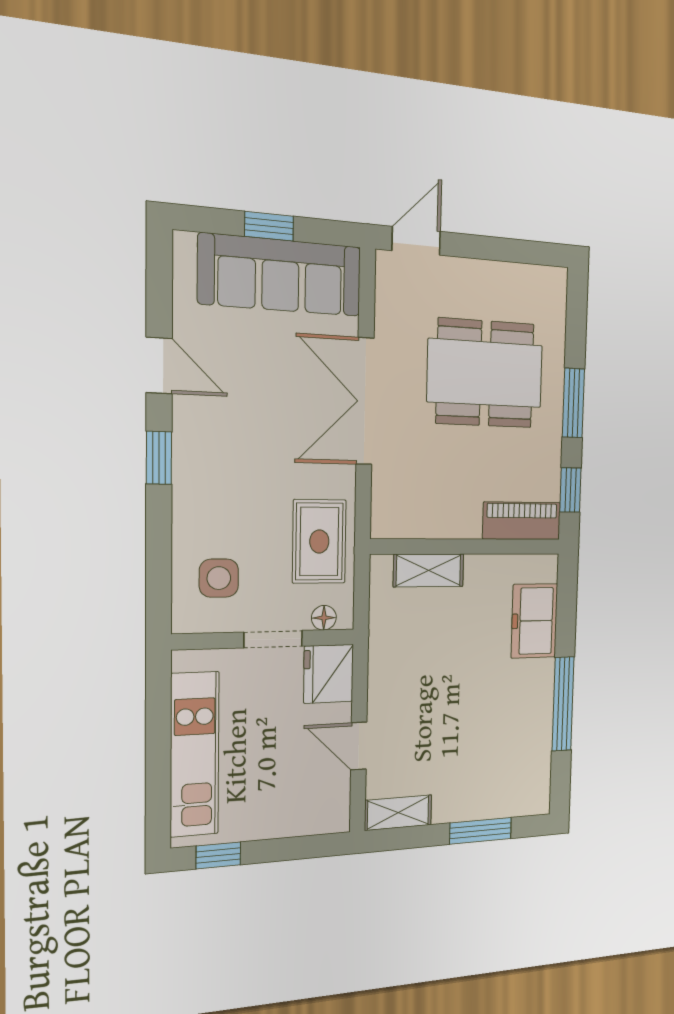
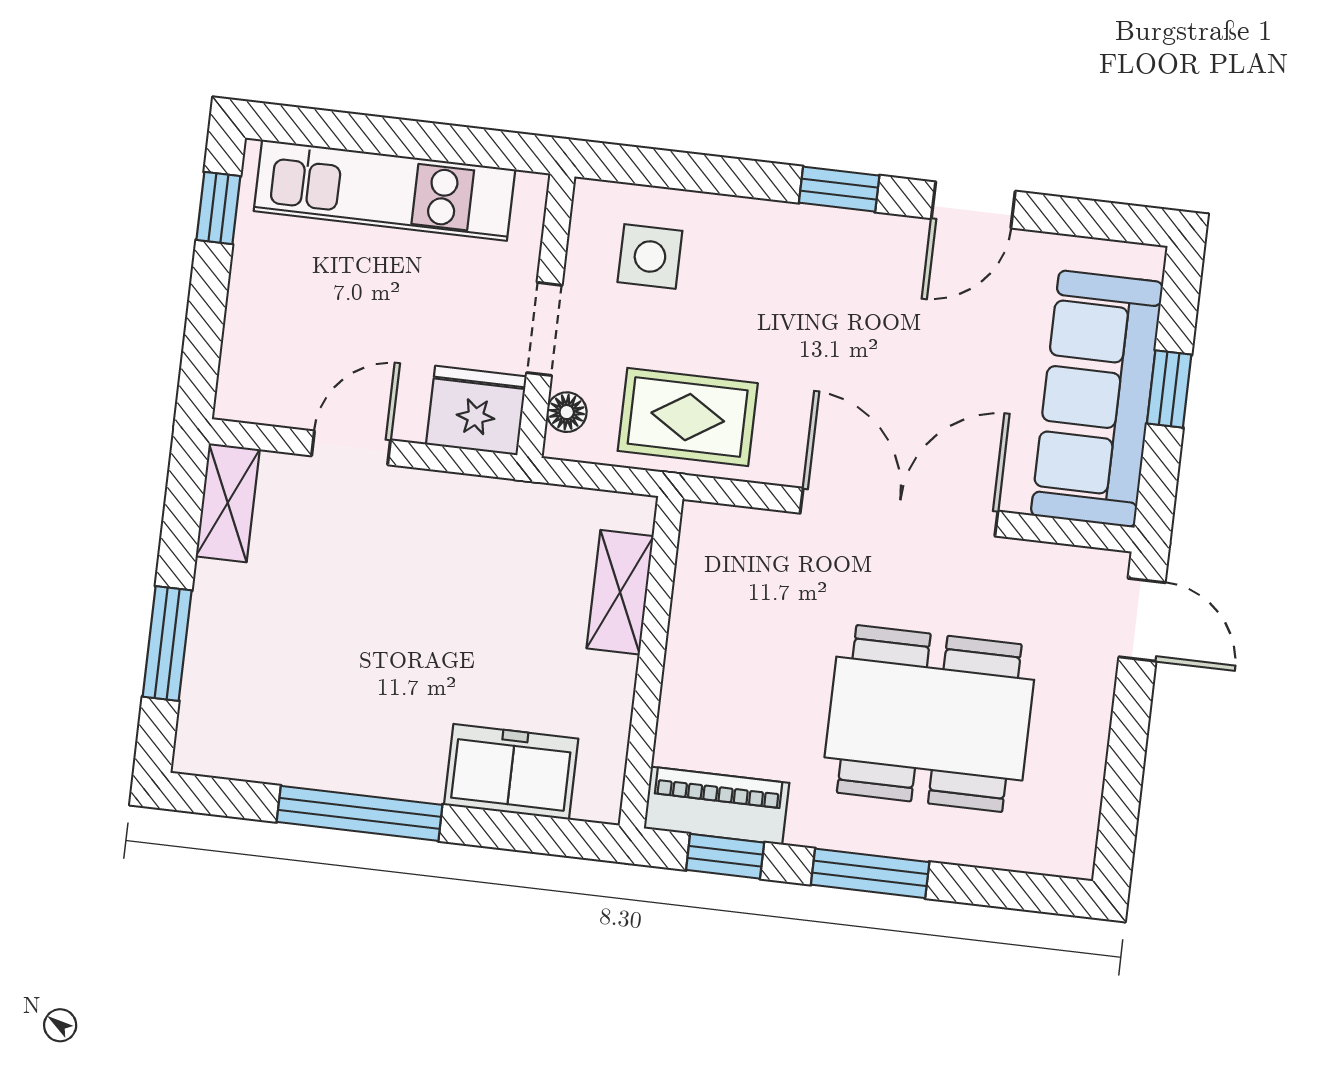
dining table: (485, 373) -> (929, 719), turned 90
piano: (522, 521) -> (717, 806), moved, turned -90

